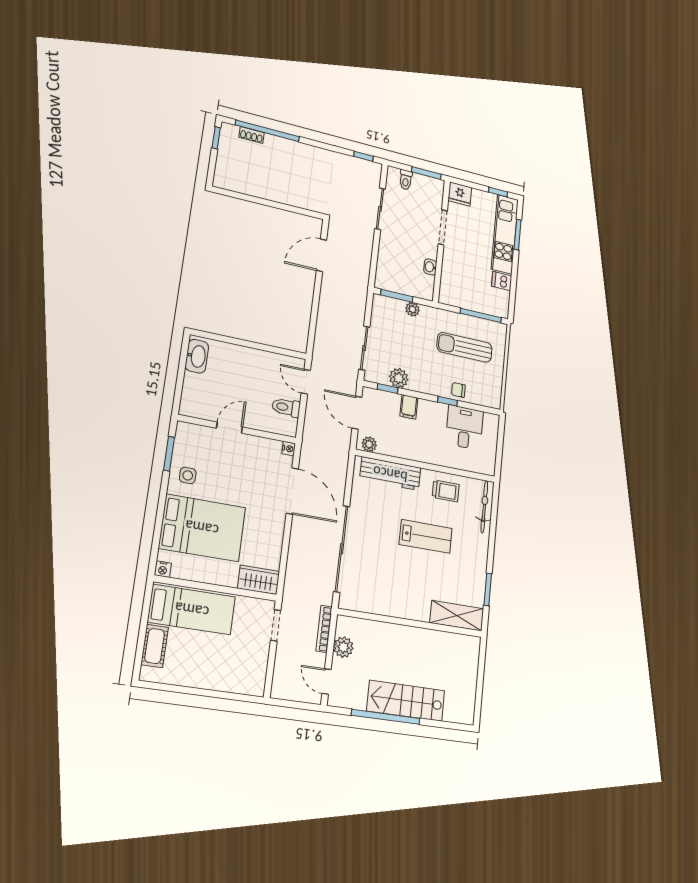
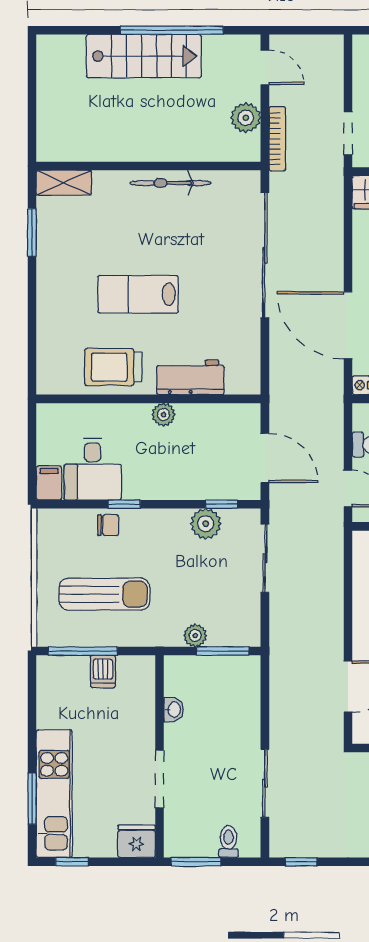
dishwasher: (502, 281) -> (103, 671), moved, turned 90
filing cabinet: (409, 407) -> (49, 483), moved
plant: (369, 444) -> (164, 415), moved
workbench: (390, 474) -> (190, 377), width x0.73
trolley: (446, 491) -> (113, 367), width x1.36, depth x1.39
bicycle: (484, 507) -> (170, 183), moved, turned 90
shelving: (457, 616) -> (64, 183), width x0.67, depth x0.75

